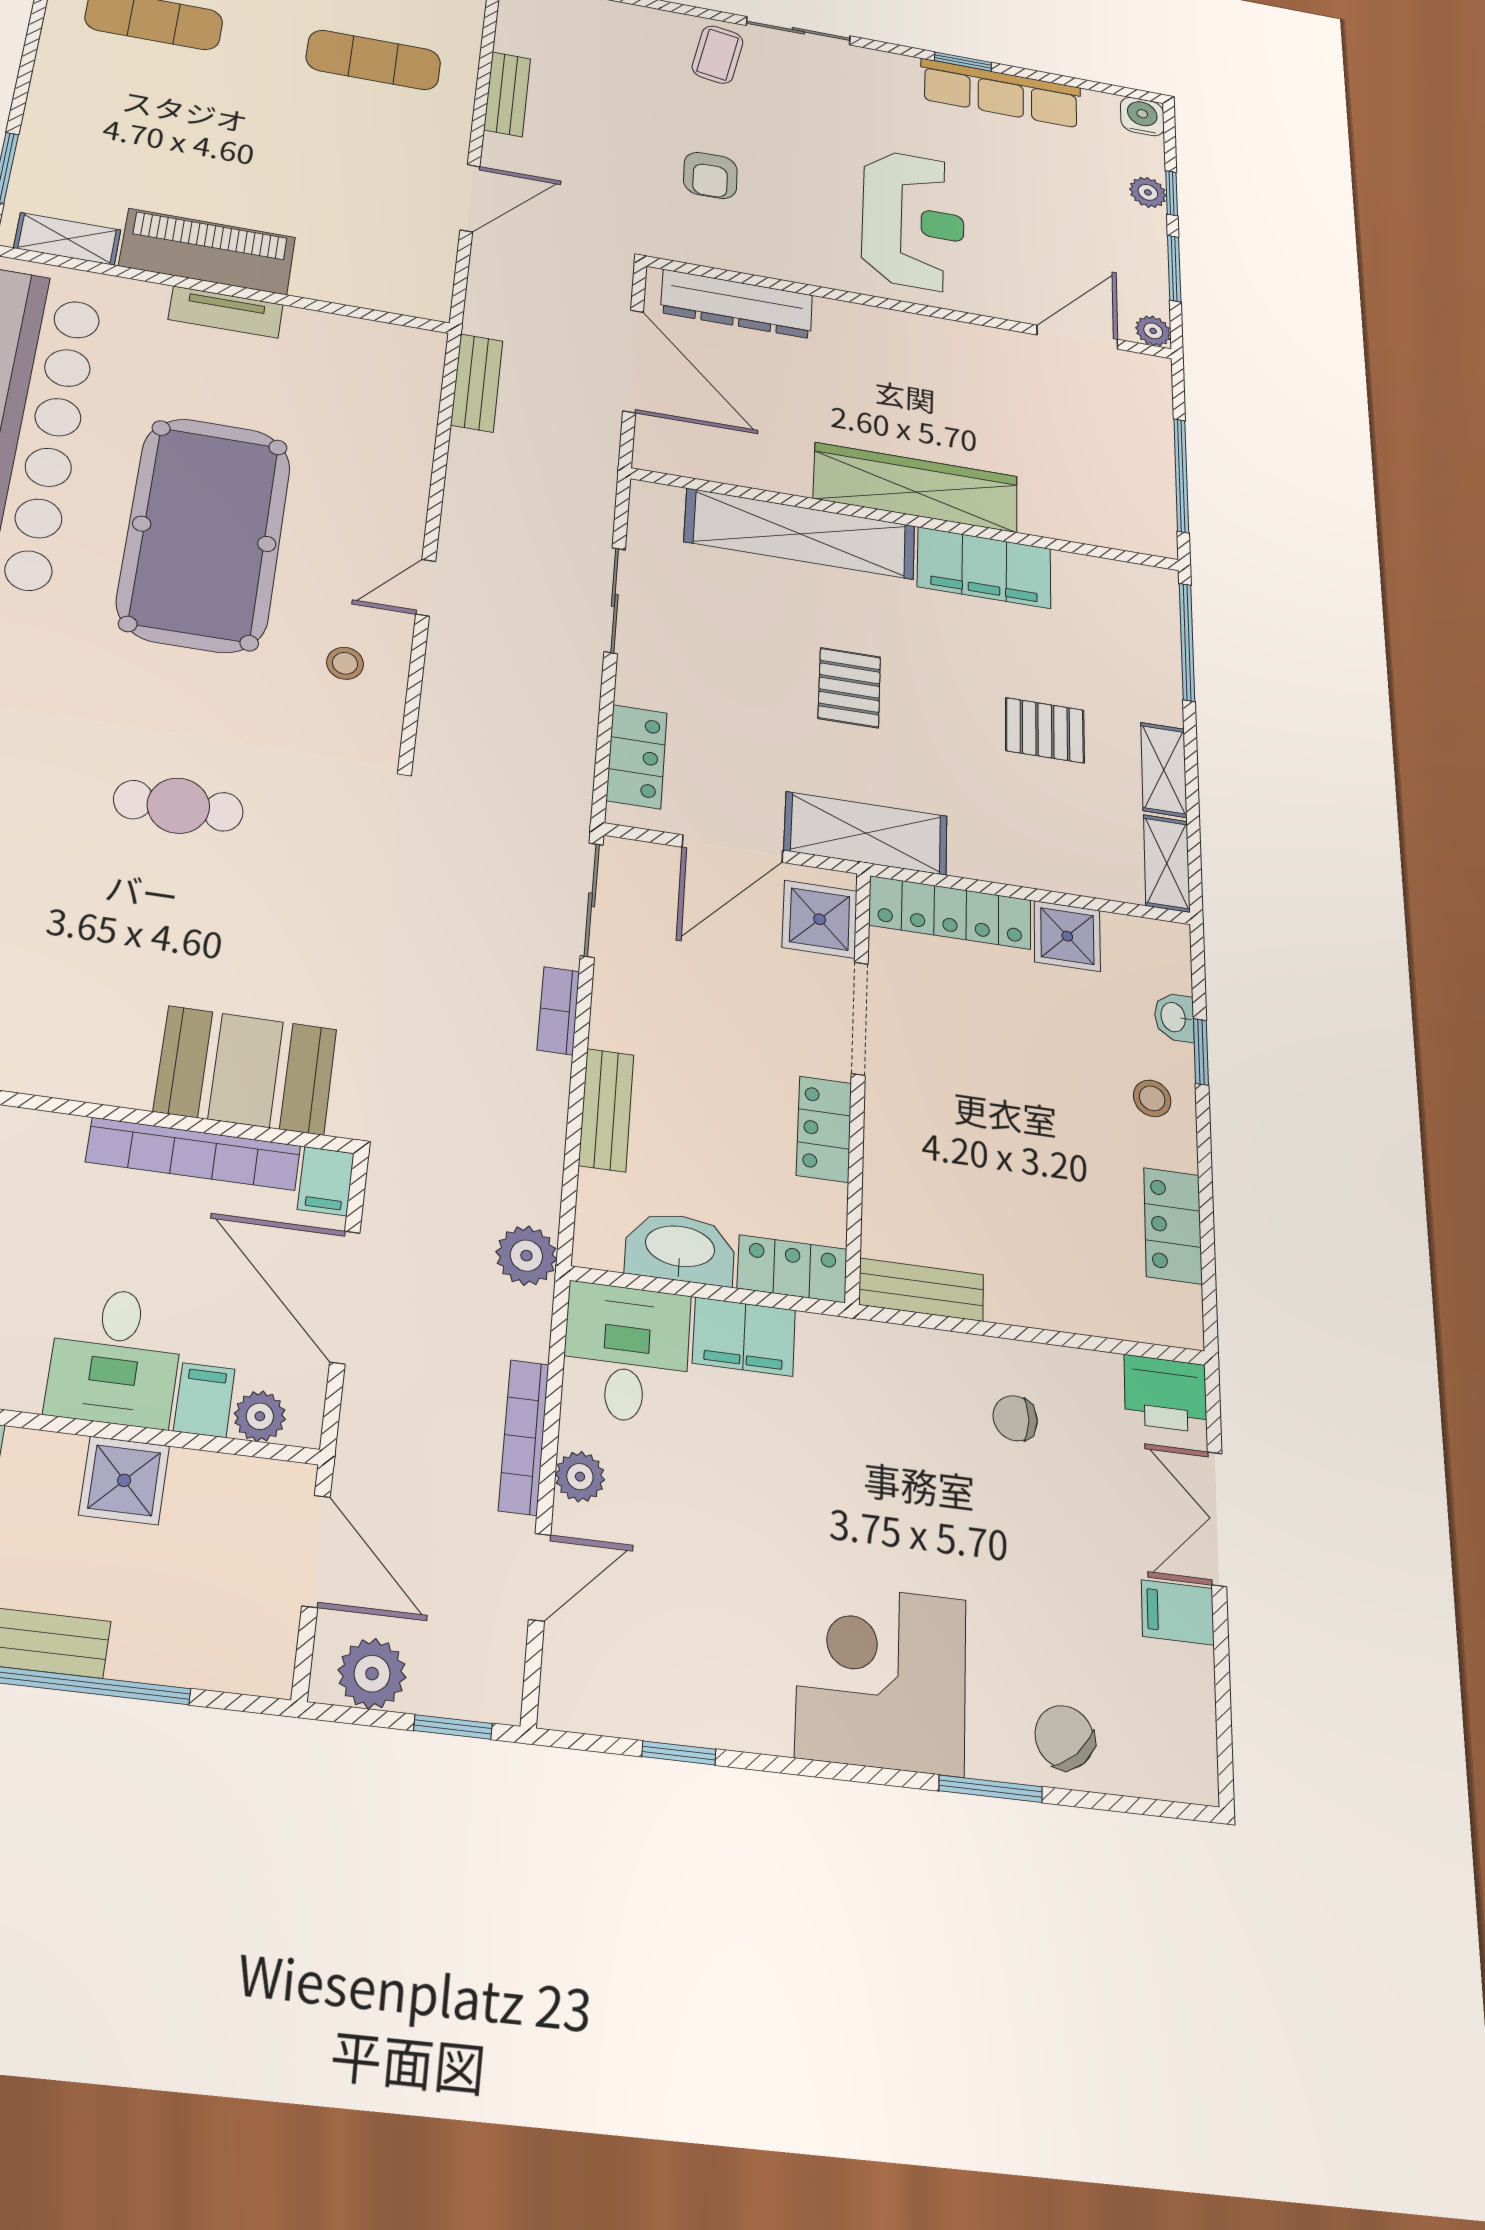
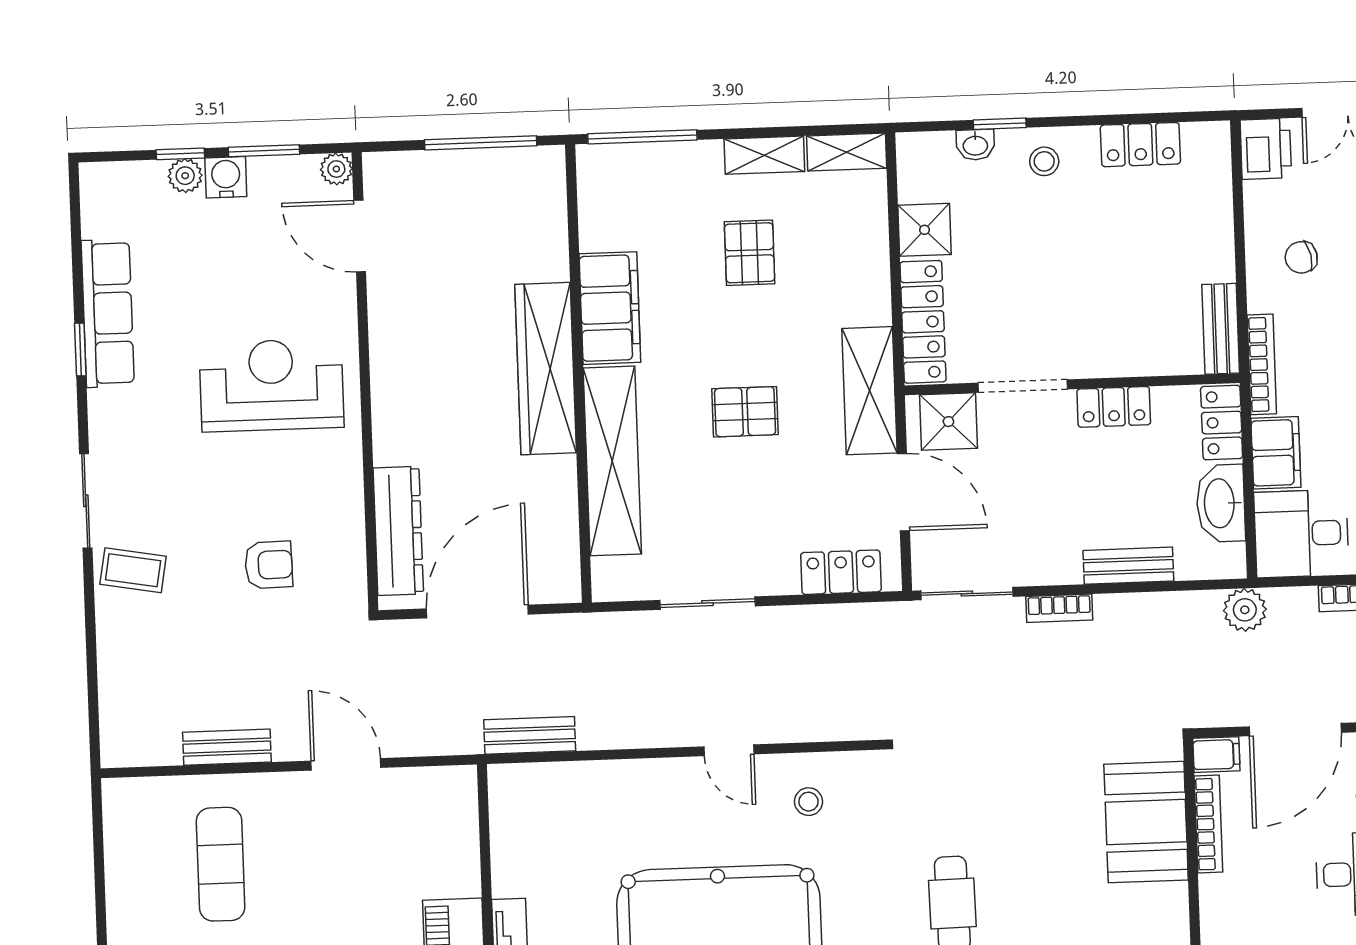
water cooler: (1142, 117) -> (226, 177), moved, turned 90
bookcase: (194, 1154) -> (1208, 824), width x0.68, depth x0.76
bookcase: (869, 1338) -> (1262, 364), added
chair: (1015, 1418) -> (1301, 257), turned 78

